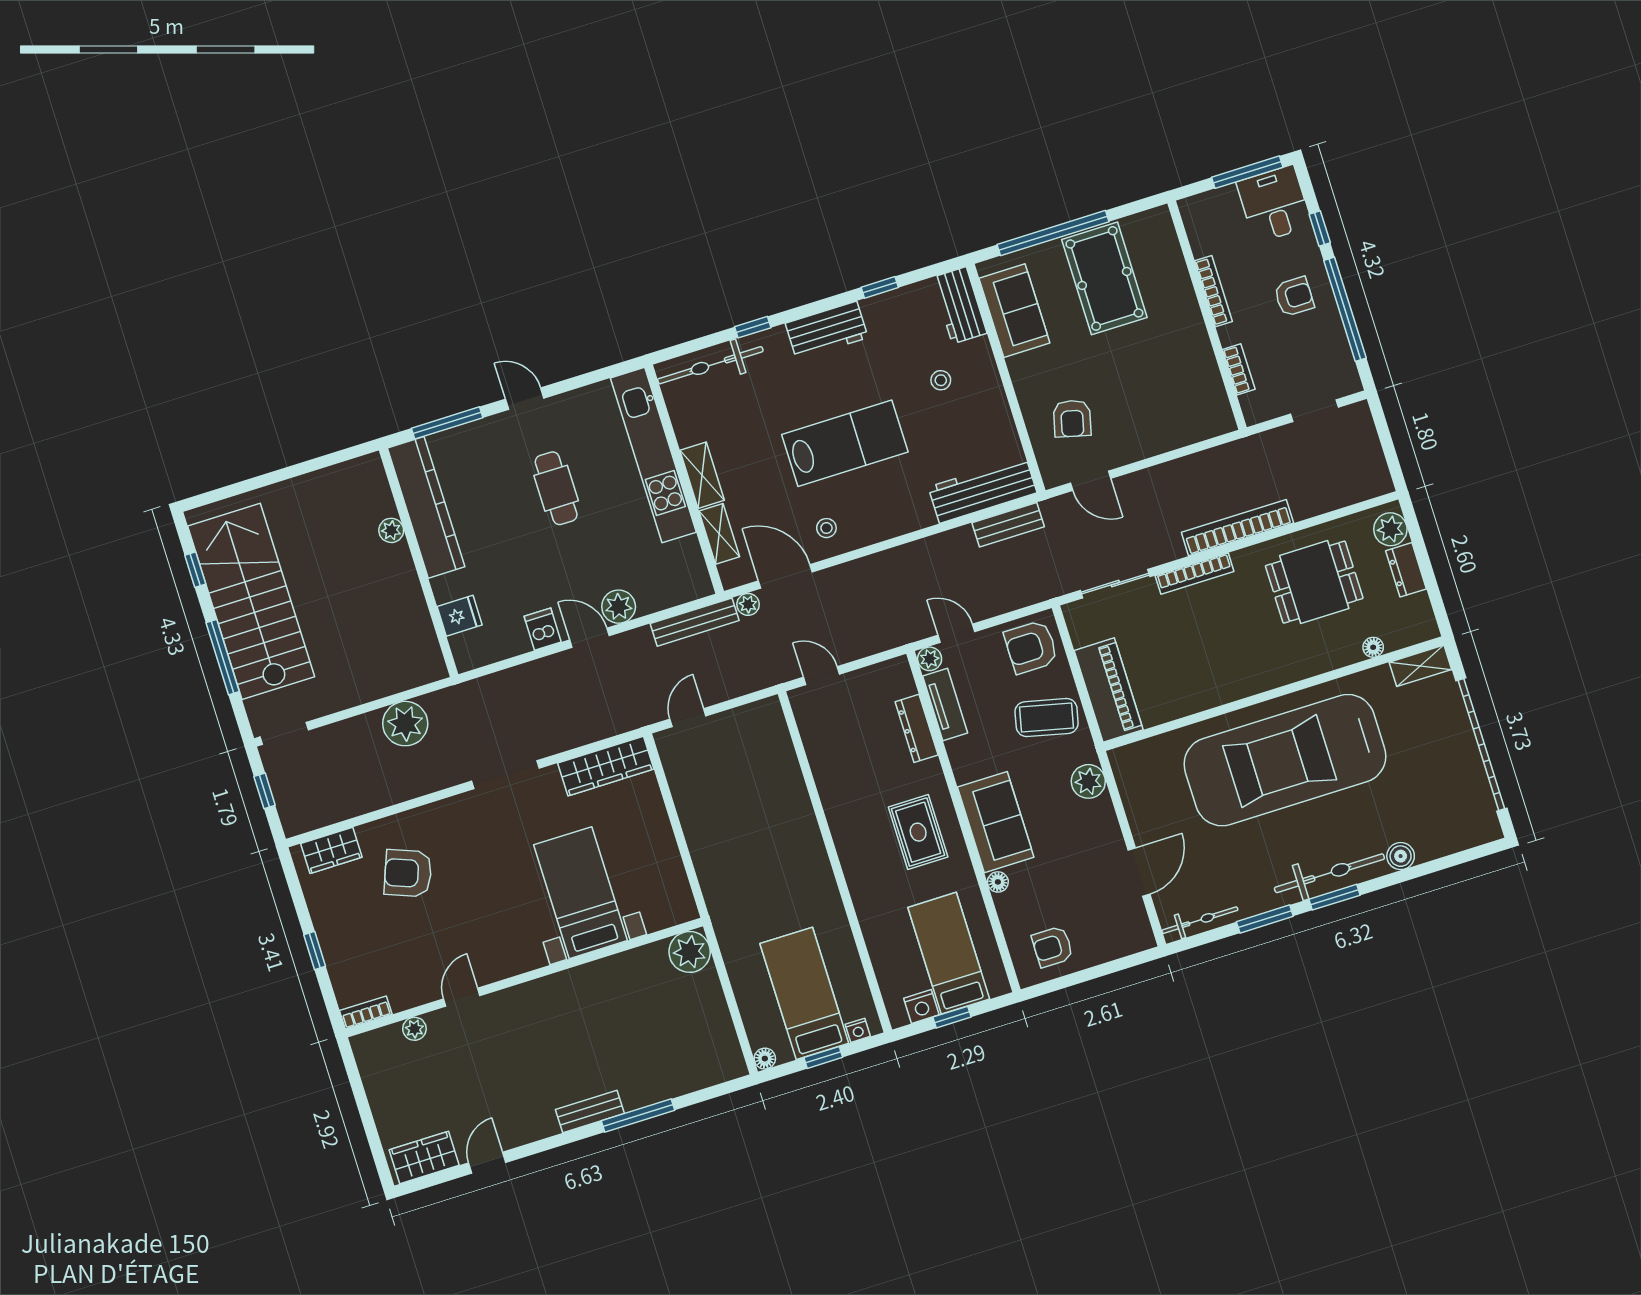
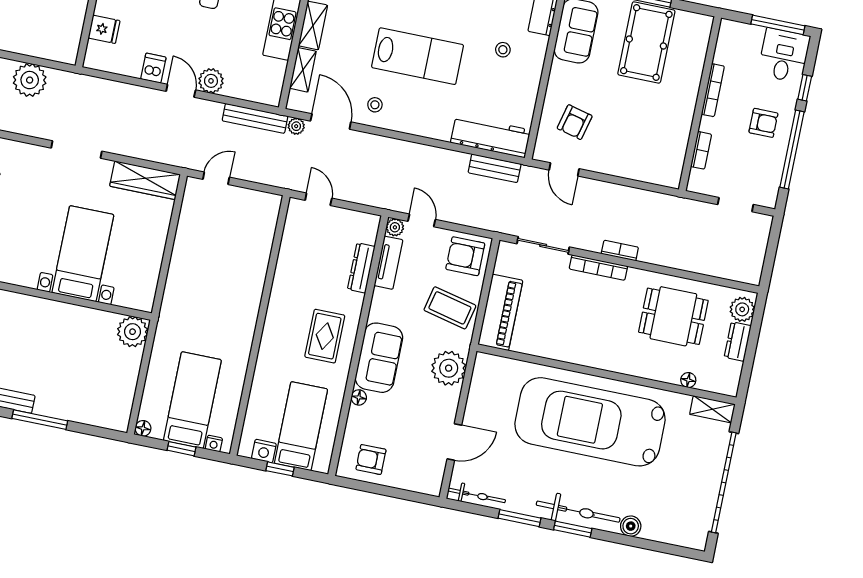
bookcase: (1237, 528) -> (620, 251), width x0.43, depth x0.76
plant: (1088, 781) -> (449, 368), width x1.36, depth x1.36

